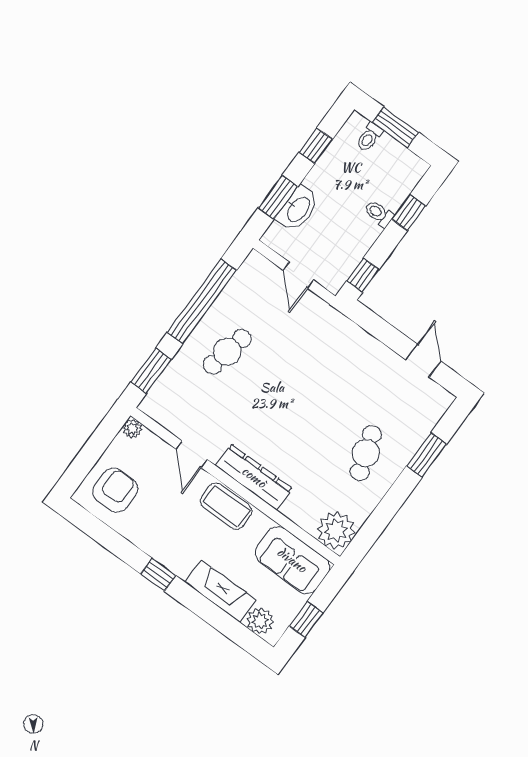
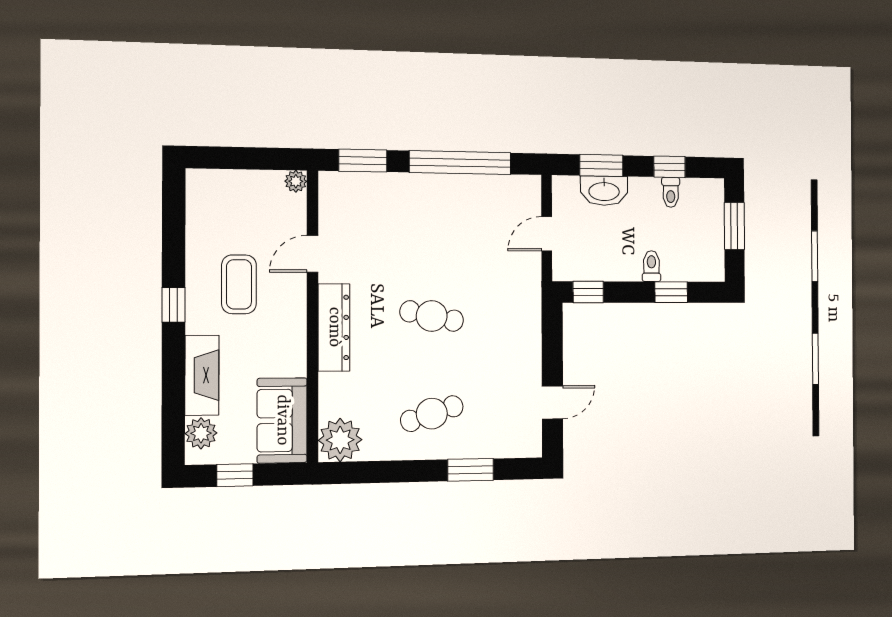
toilet: (369, 137) -> (671, 192), moved, turned -90
cafe table: (227, 352) -> (432, 316), moved
armchair: (115, 490) -> (225, 206), removed
coffee table: (226, 506) -> (239, 284), moved

